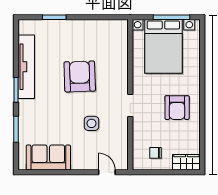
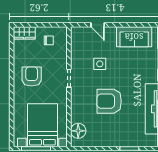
floor lamp: (119, 39) -> (78, 131), added
armchair: (80, 76) -> (109, 101), turned 92
door: (107, 172) -> (98, 25), moved

